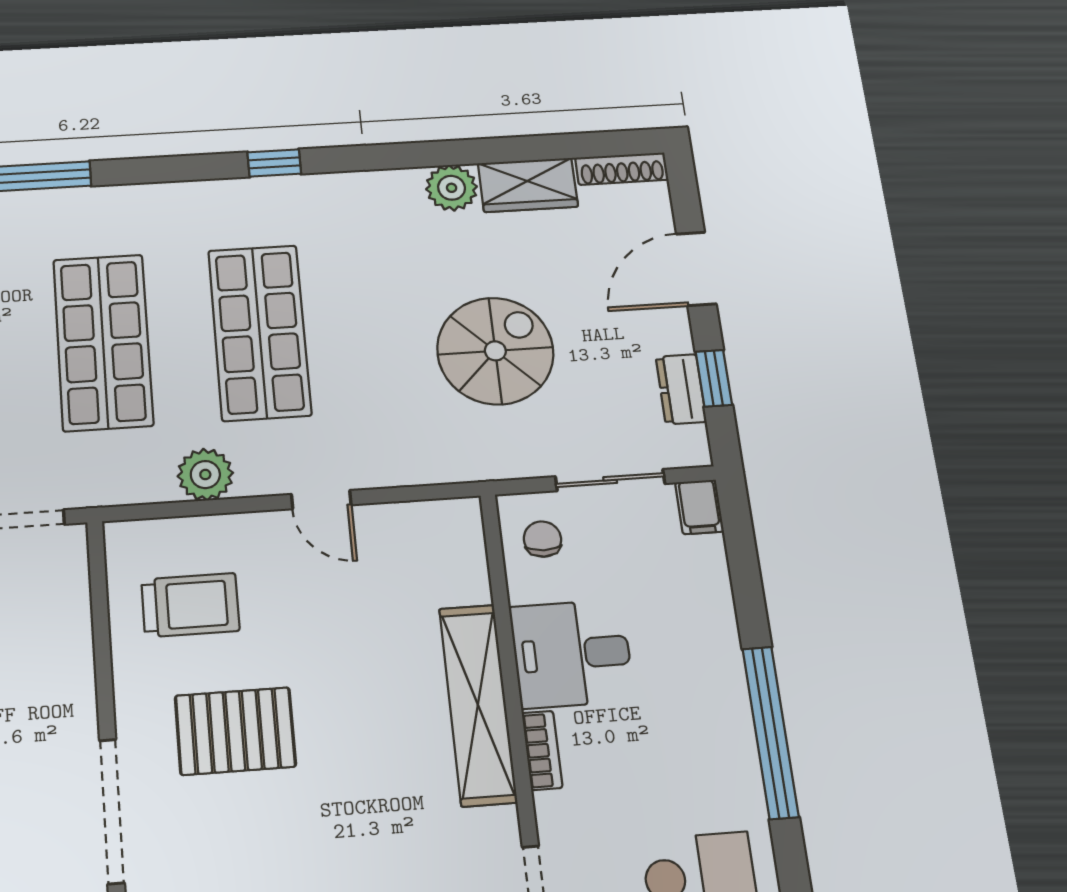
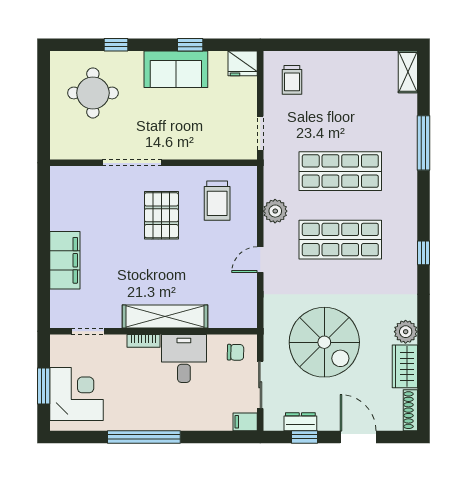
spiral stairs: (495, 351) -> (324, 342), width x1.37, depth x1.37

